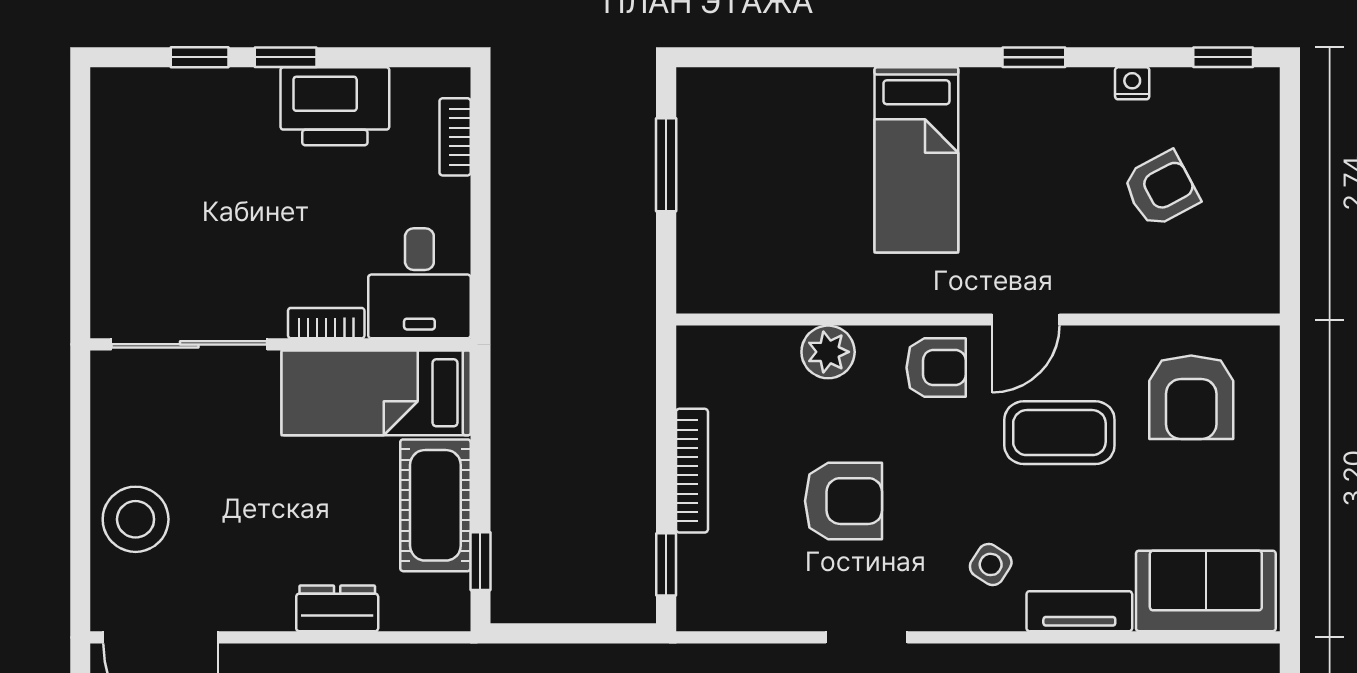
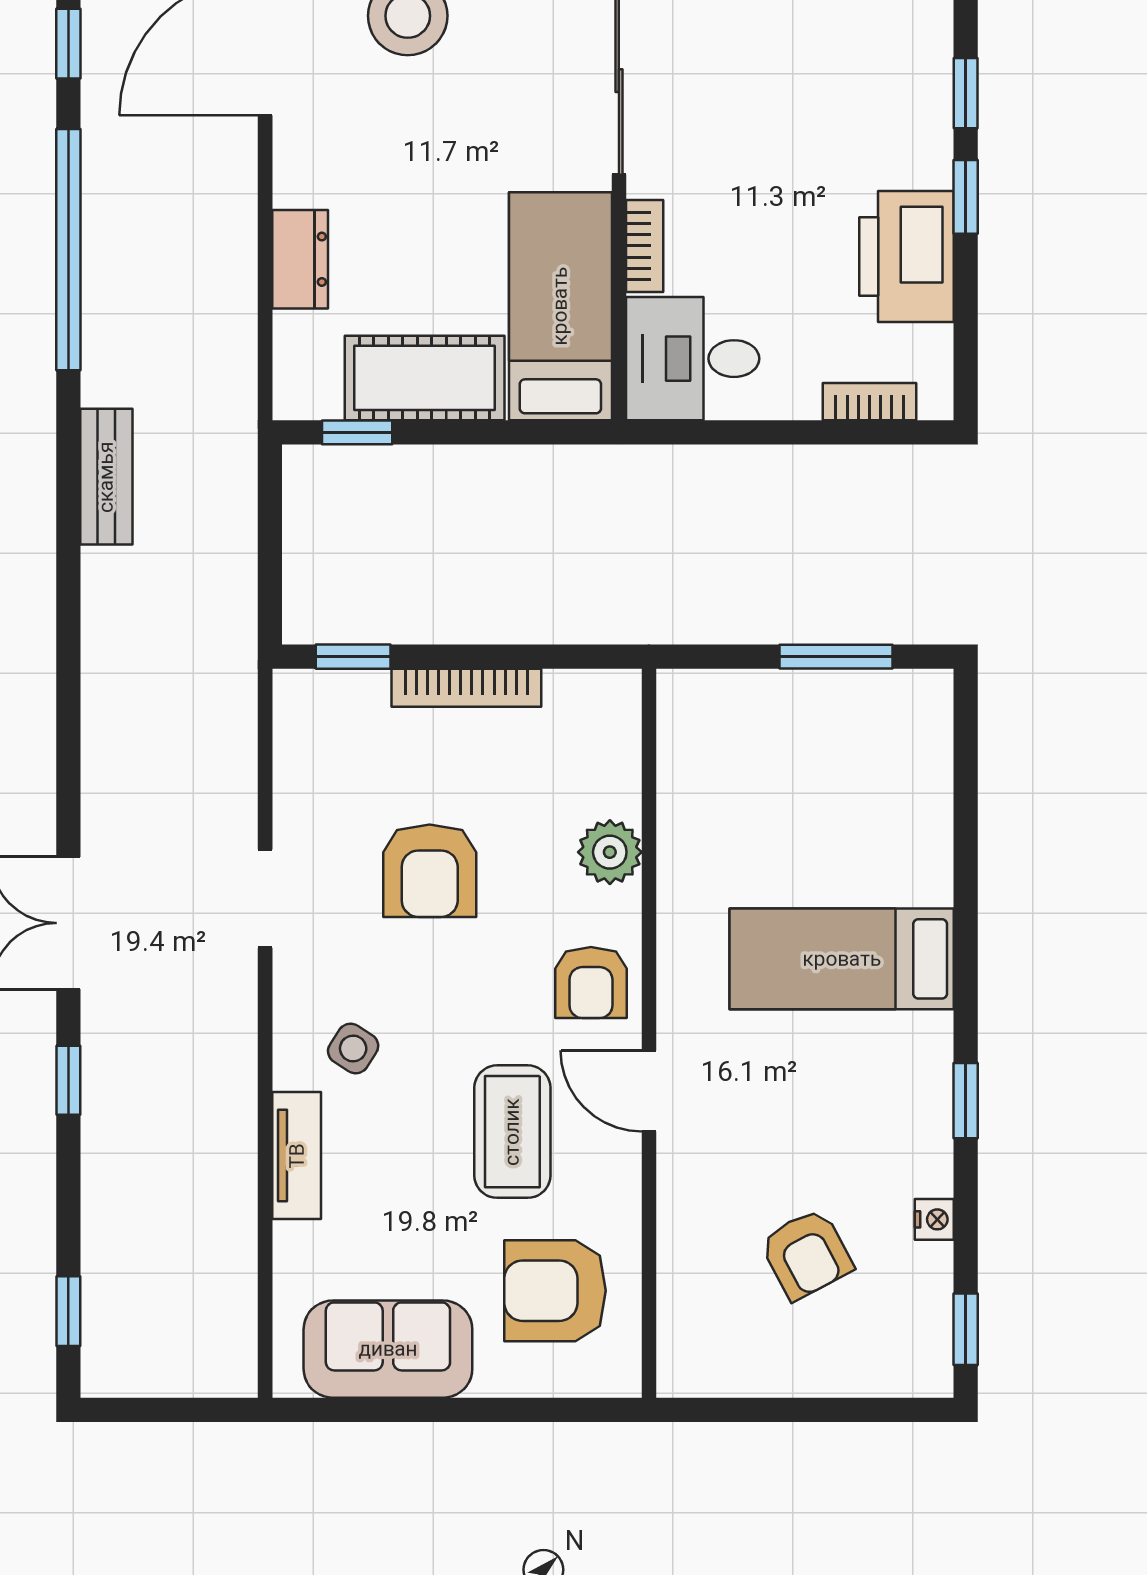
sofa: (1206, 591) -> (388, 1349), moved, turned -90

